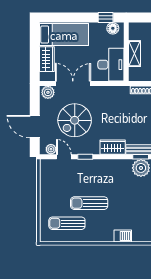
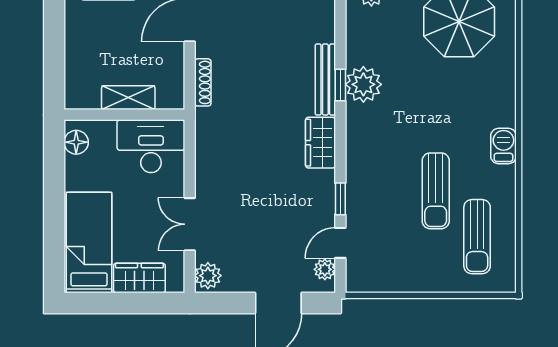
window: (106, 18) -> (54, 157), removed
double door: (73, 84) -> (190, 224), width x0.73
spiral stairs: (75, 120) -> (265, 221), removed
barbecue: (123, 236) -> (503, 146), moved

